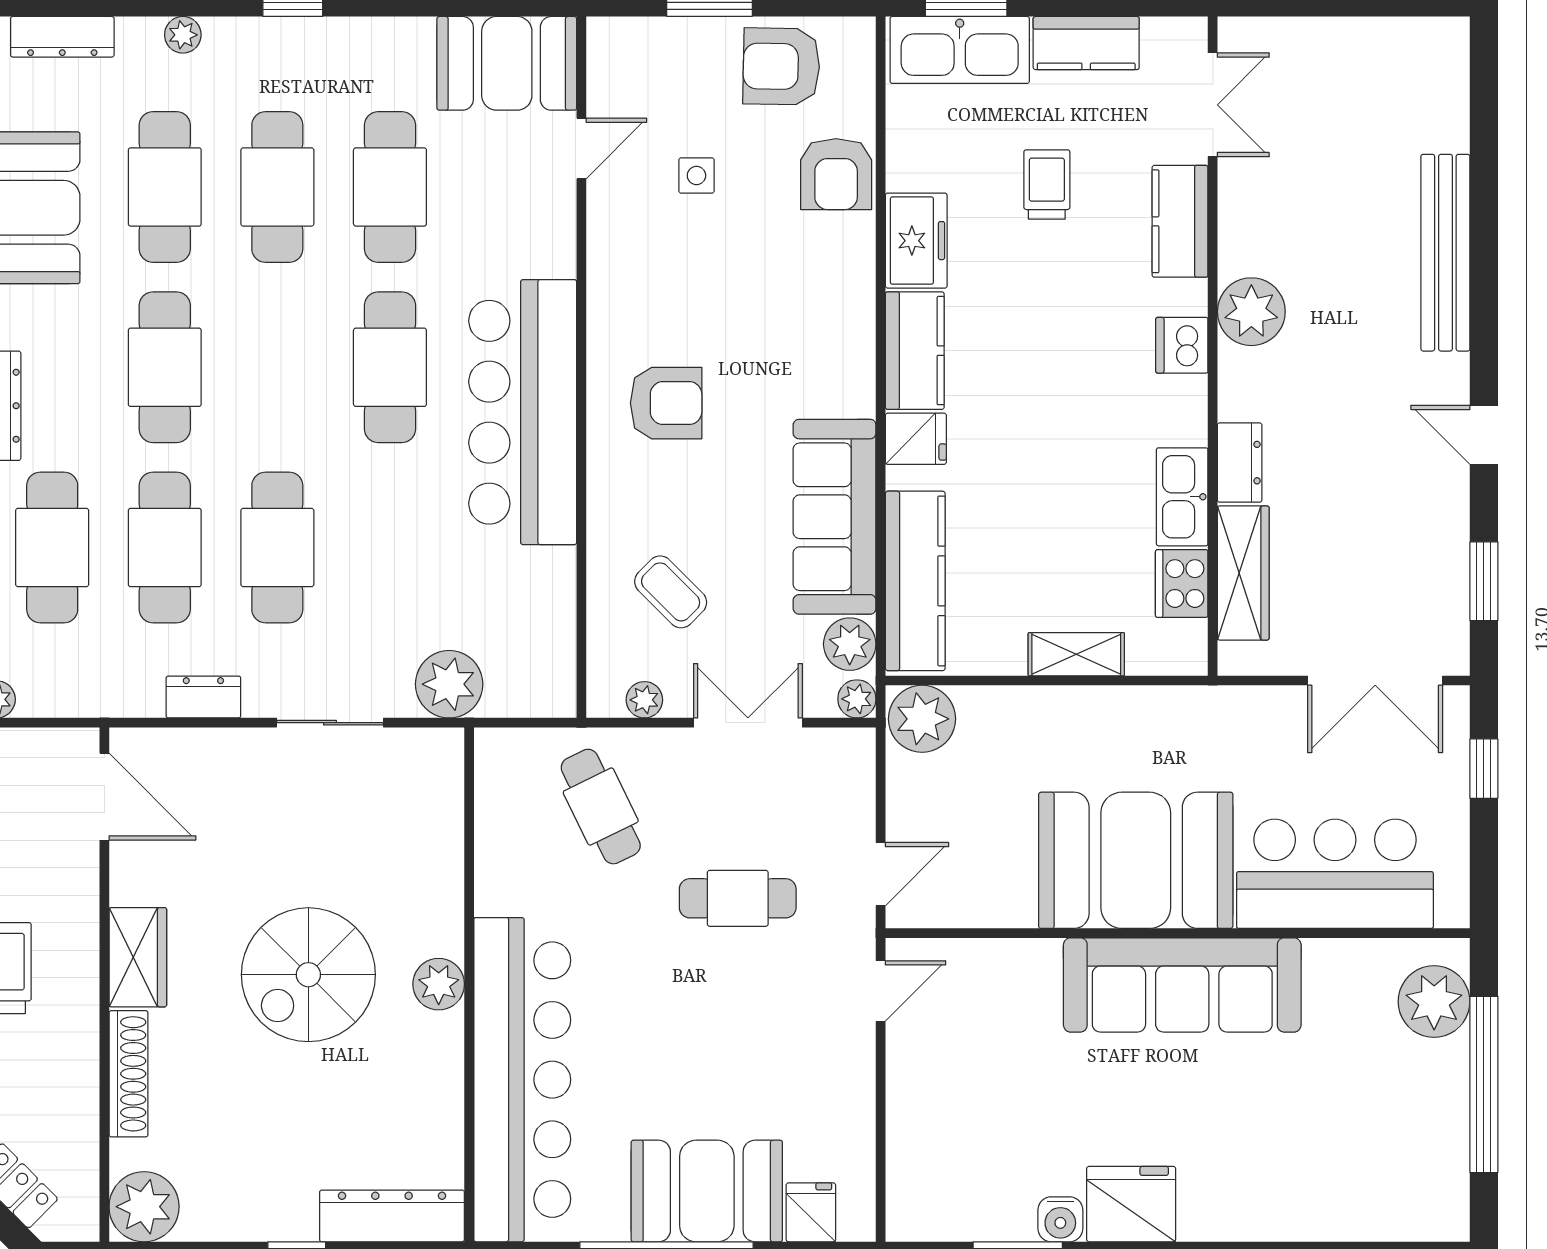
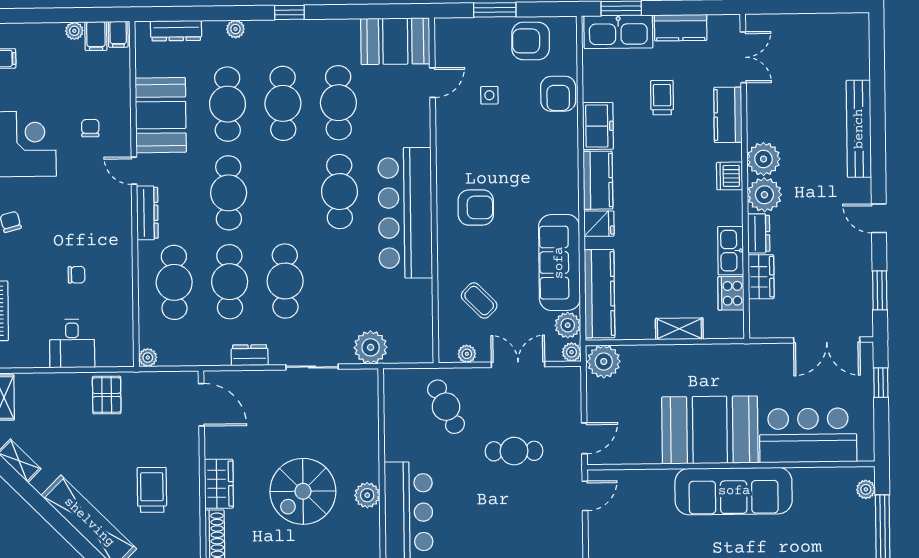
plant: (1252, 384) -> (764, 195), added
wardrobe: (1243, 573) -> (761, 277), width x0.67
plant: (1434, 1002) -> (866, 489), width x0.53, depth x0.53

